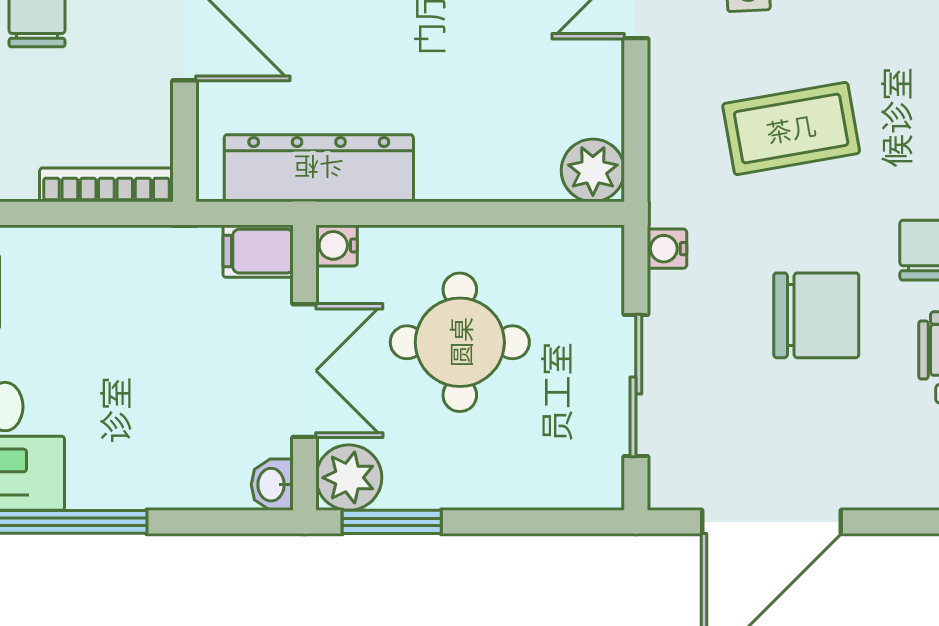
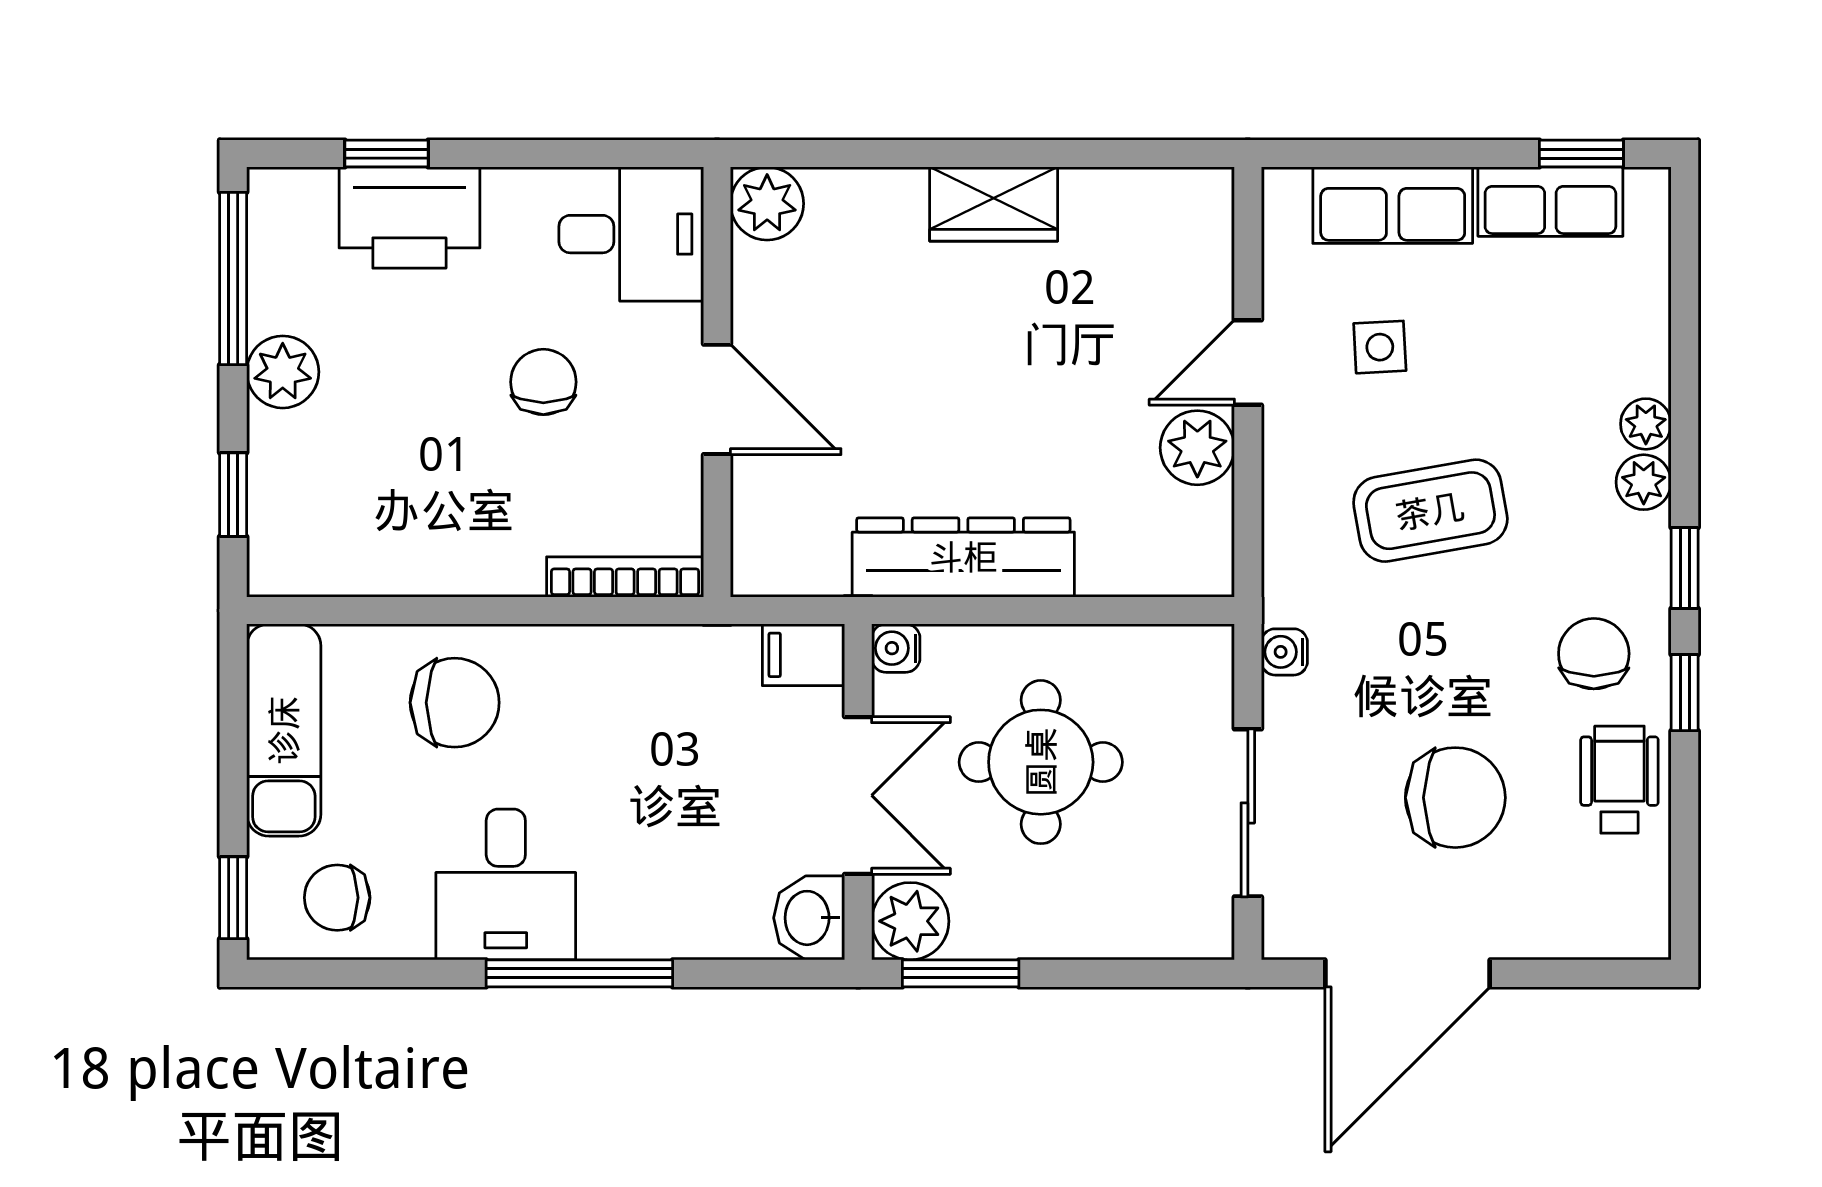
dresser: (319, 168) -> (963, 557), moved
plant: (593, 170) -> (1197, 448), moved
chair: (816, 315) -> (1455, 798), moved
washbasin: (272, 485) -> (809, 918), width x1.38, depth x1.45

